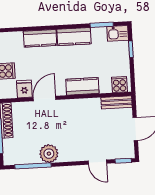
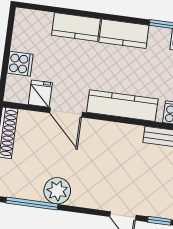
kitchen counter: (82, 86) -> (122, 106), width x1.50
door: (45, 99) -> (66, 113), swing flipped

